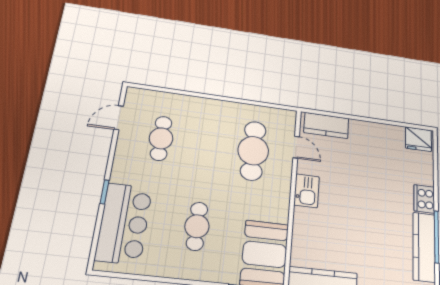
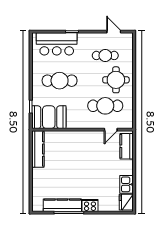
round table: (209, 126) -> (116, 80), added
kitchen sink: (307, 191) -> (126, 184), moved, turned 90
cafe table: (197, 226) -> (60, 81), width x1.37, depth x1.35

